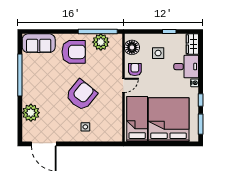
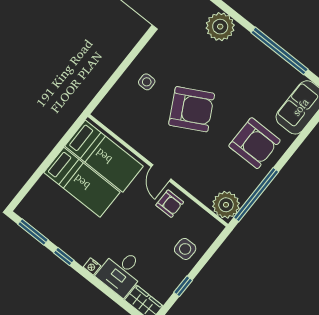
plant: (101, 42) -> (226, 205), moved
floor lamp: (132, 47) -> (201, 222), removed
armchair: (74, 52) -> (254, 143), turned -90
side table: (158, 53) -> (185, 249), moved
armchair: (81, 95) -> (192, 109), turned -67
bed: (169, 120) -> (82, 182), width x0.49

